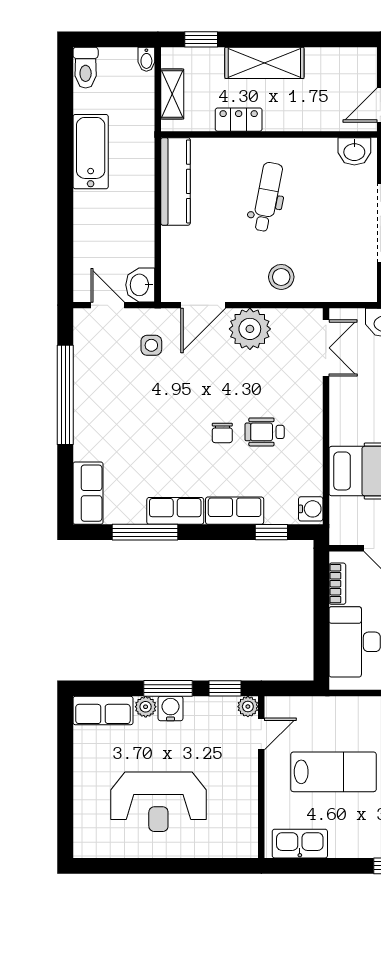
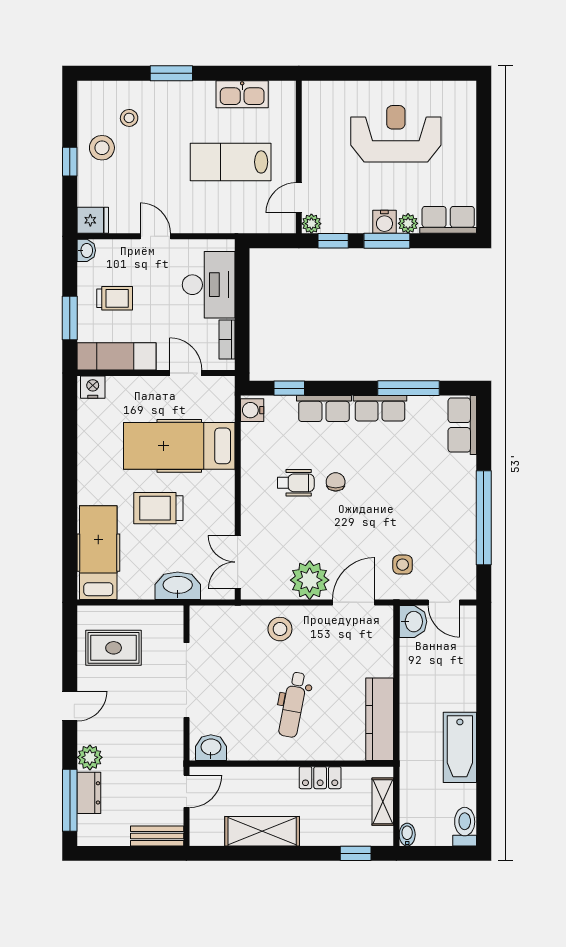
shelving: (264, 63) -> (262, 831), moved
kitchen sink: (300, 844) -> (242, 94), moved

